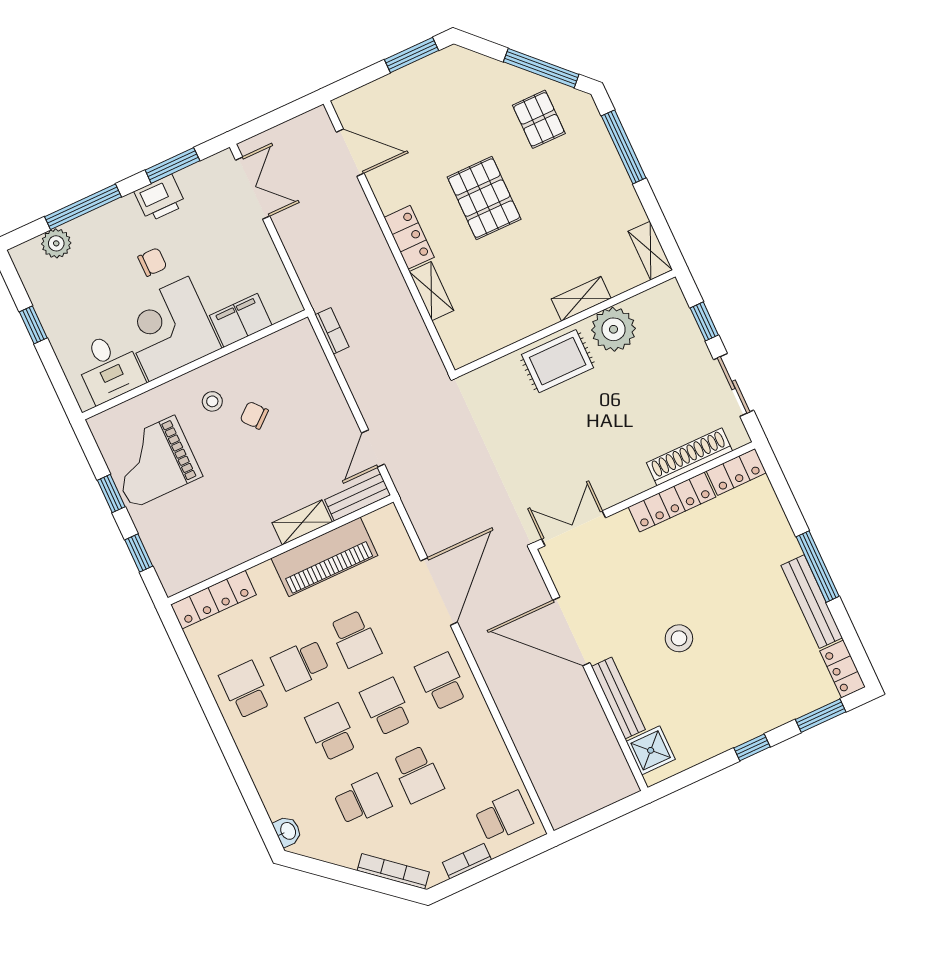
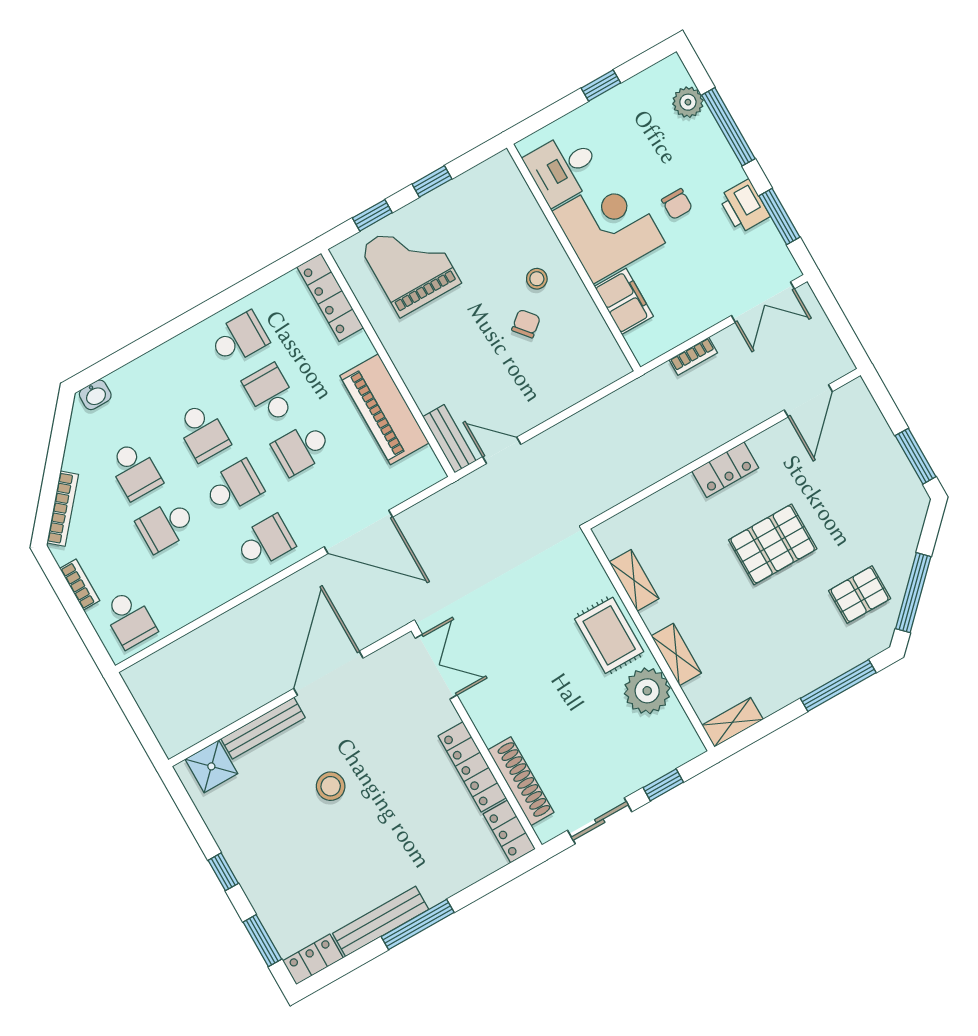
shelving: (431, 291) -> (634, 580), moved, turned 90
bookcase: (332, 331) -> (693, 356), moved
grand piano: (153, 462) -> (411, 265), moved
shelving: (302, 522) -> (418, 383), removed
school desk: (331, 732) -> (203, 432), turned 90

